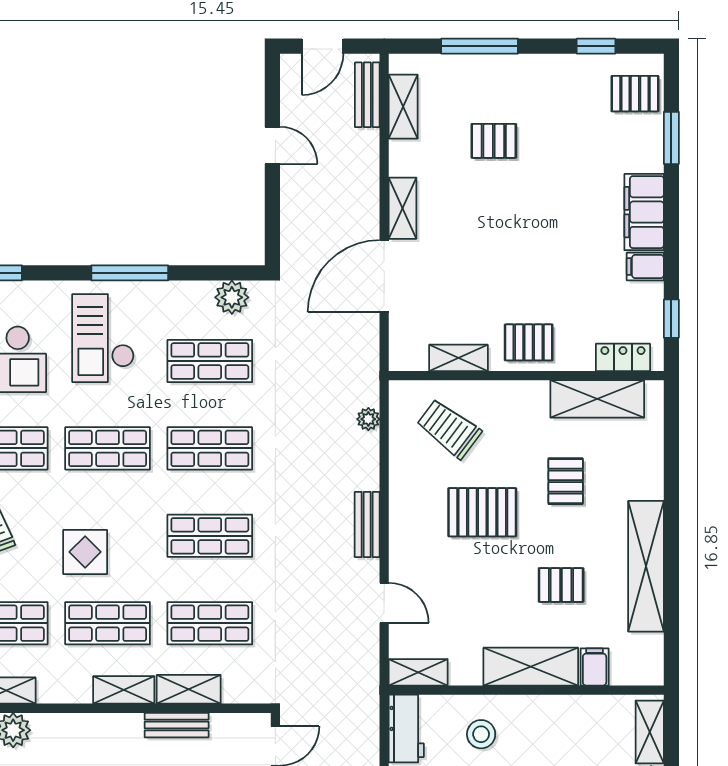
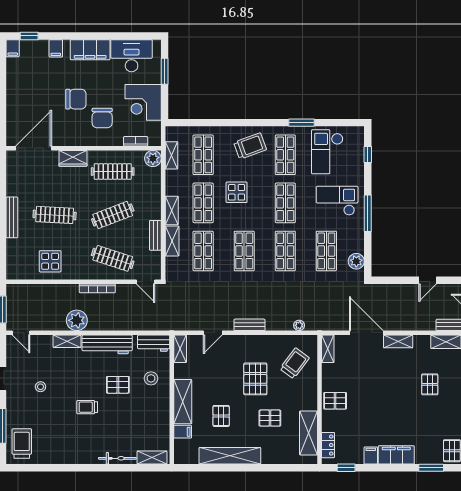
pallet: (529, 342) -> (335, 401), turned 90
shelving: (458, 358) -> (328, 349), moved

